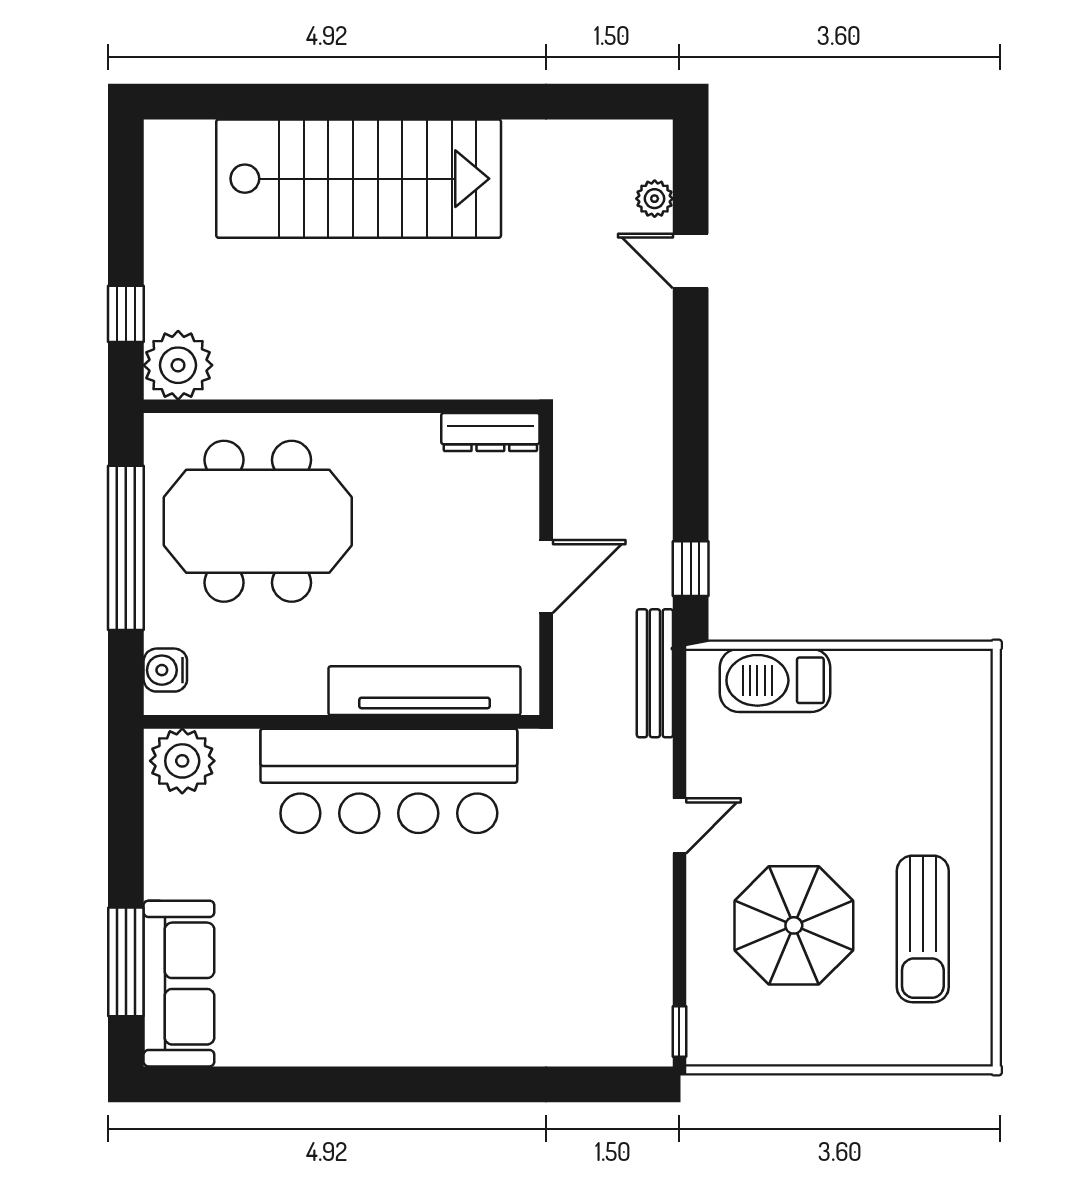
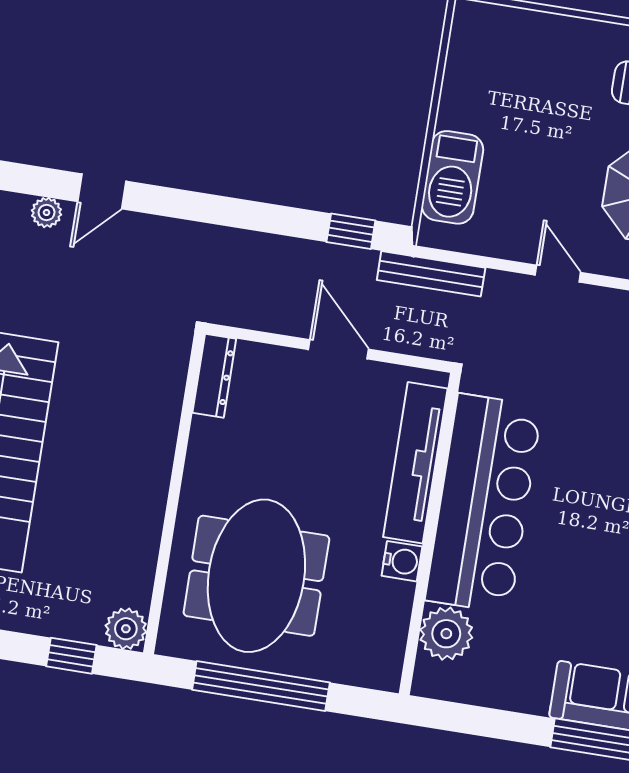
plant: (178, 365) -> (126, 629), width x0.73, depth x0.73
water cooler: (165, 670) -> (402, 561), moved, turned -90
plant: (182, 761) -> (446, 634), moved

